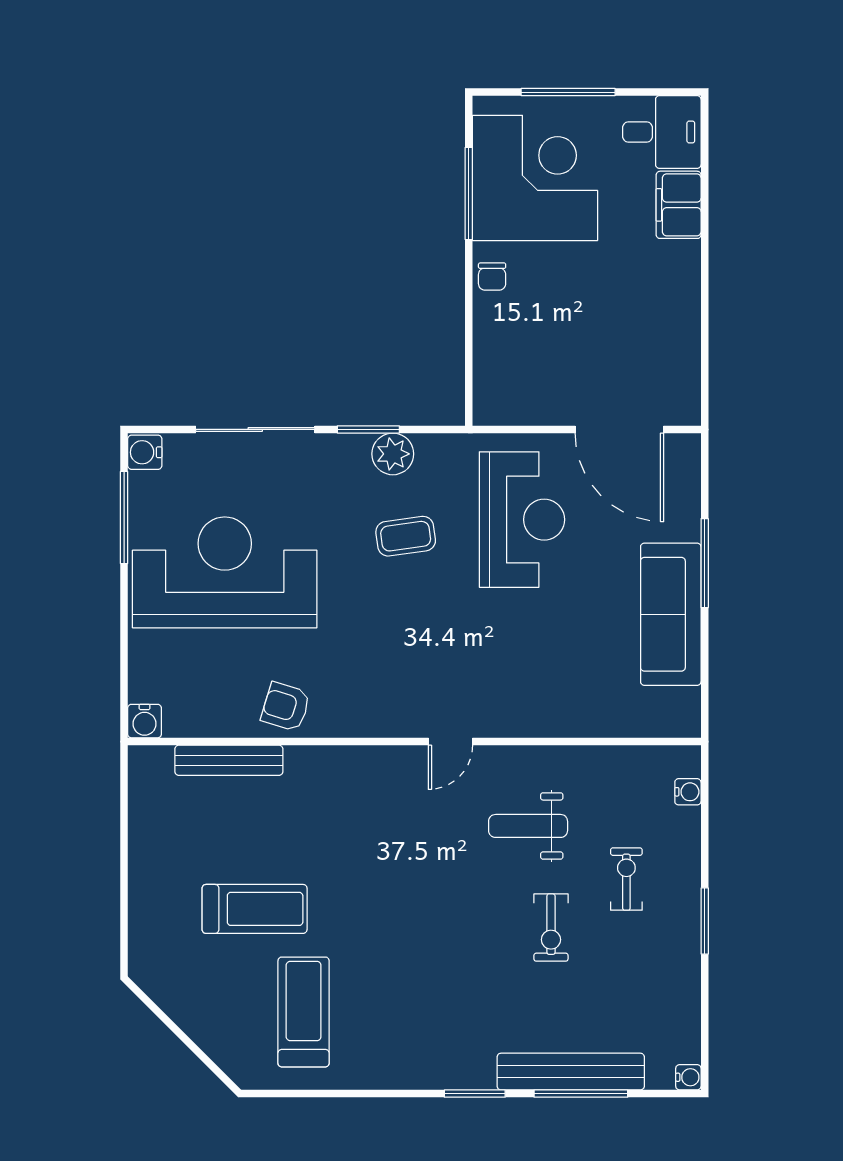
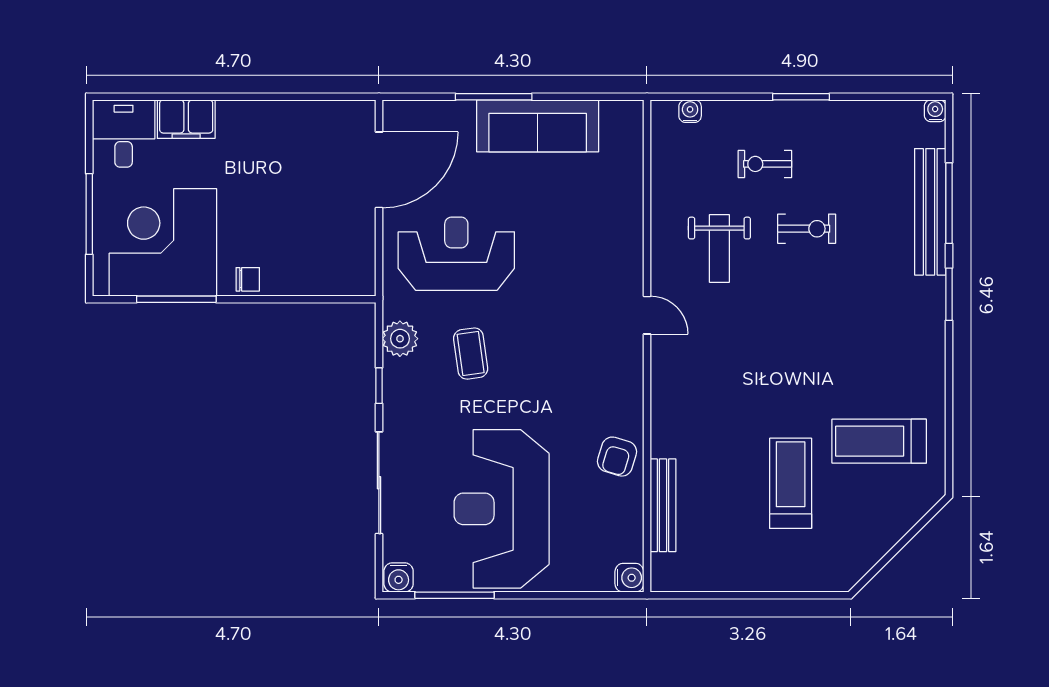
window: (368, 429) -> (379, 386), width x0.67
plant: (393, 454) -> (400, 339), moved

